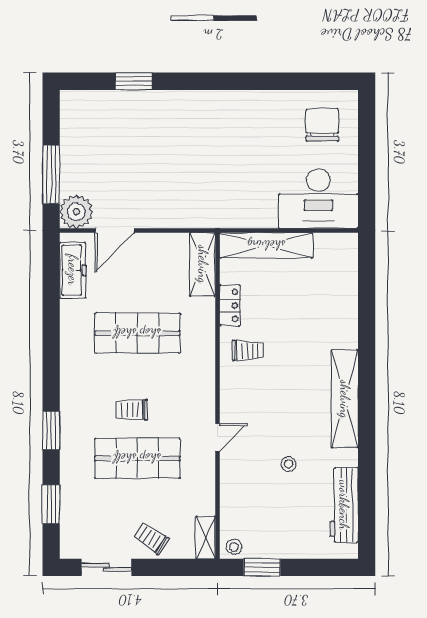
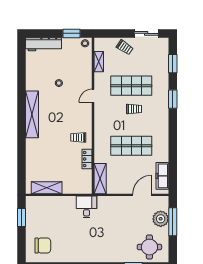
round table: (100, 122) -> (149, 247), added
chair: (322, 125) -> (43, 245), turned -90
window: (367, 183) -> (21, 217), added
desk: (318, 199) -> (87, 207), moved, width x0.53, depth x0.77
plant: (76, 212) -> (161, 219), moved
shelving: (266, 245) -> (47, 188), moved, width x0.68
workbench: (344, 505) -> (43, 44), moved, turned 90
shelving: (206, 537) -> (99, 62), moved

